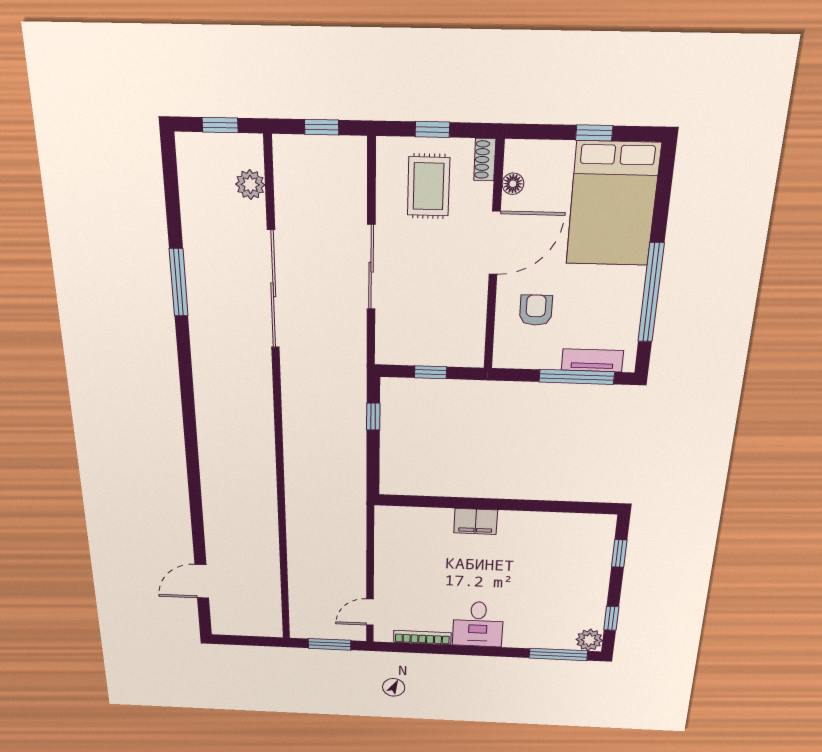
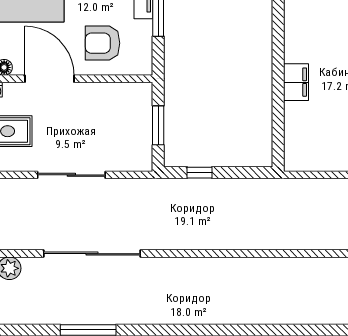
armchair: (536, 310) -> (103, 43), width x1.38, depth x1.38
window: (431, 372) -> (158, 125), width x1.50

